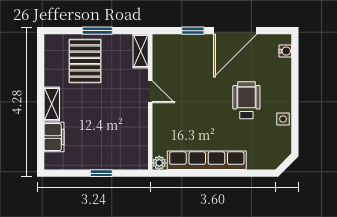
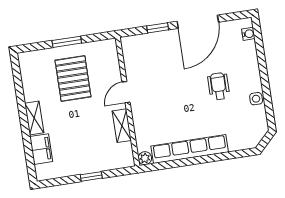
shelving: (141, 51) -> (122, 126), moved
pallet: (85, 61) -> (73, 78), moved
door: (150, 92) -> (126, 92), swing flipped
wheelchair: (246, 100) -> (219, 86), width x0.73, depth x0.73

